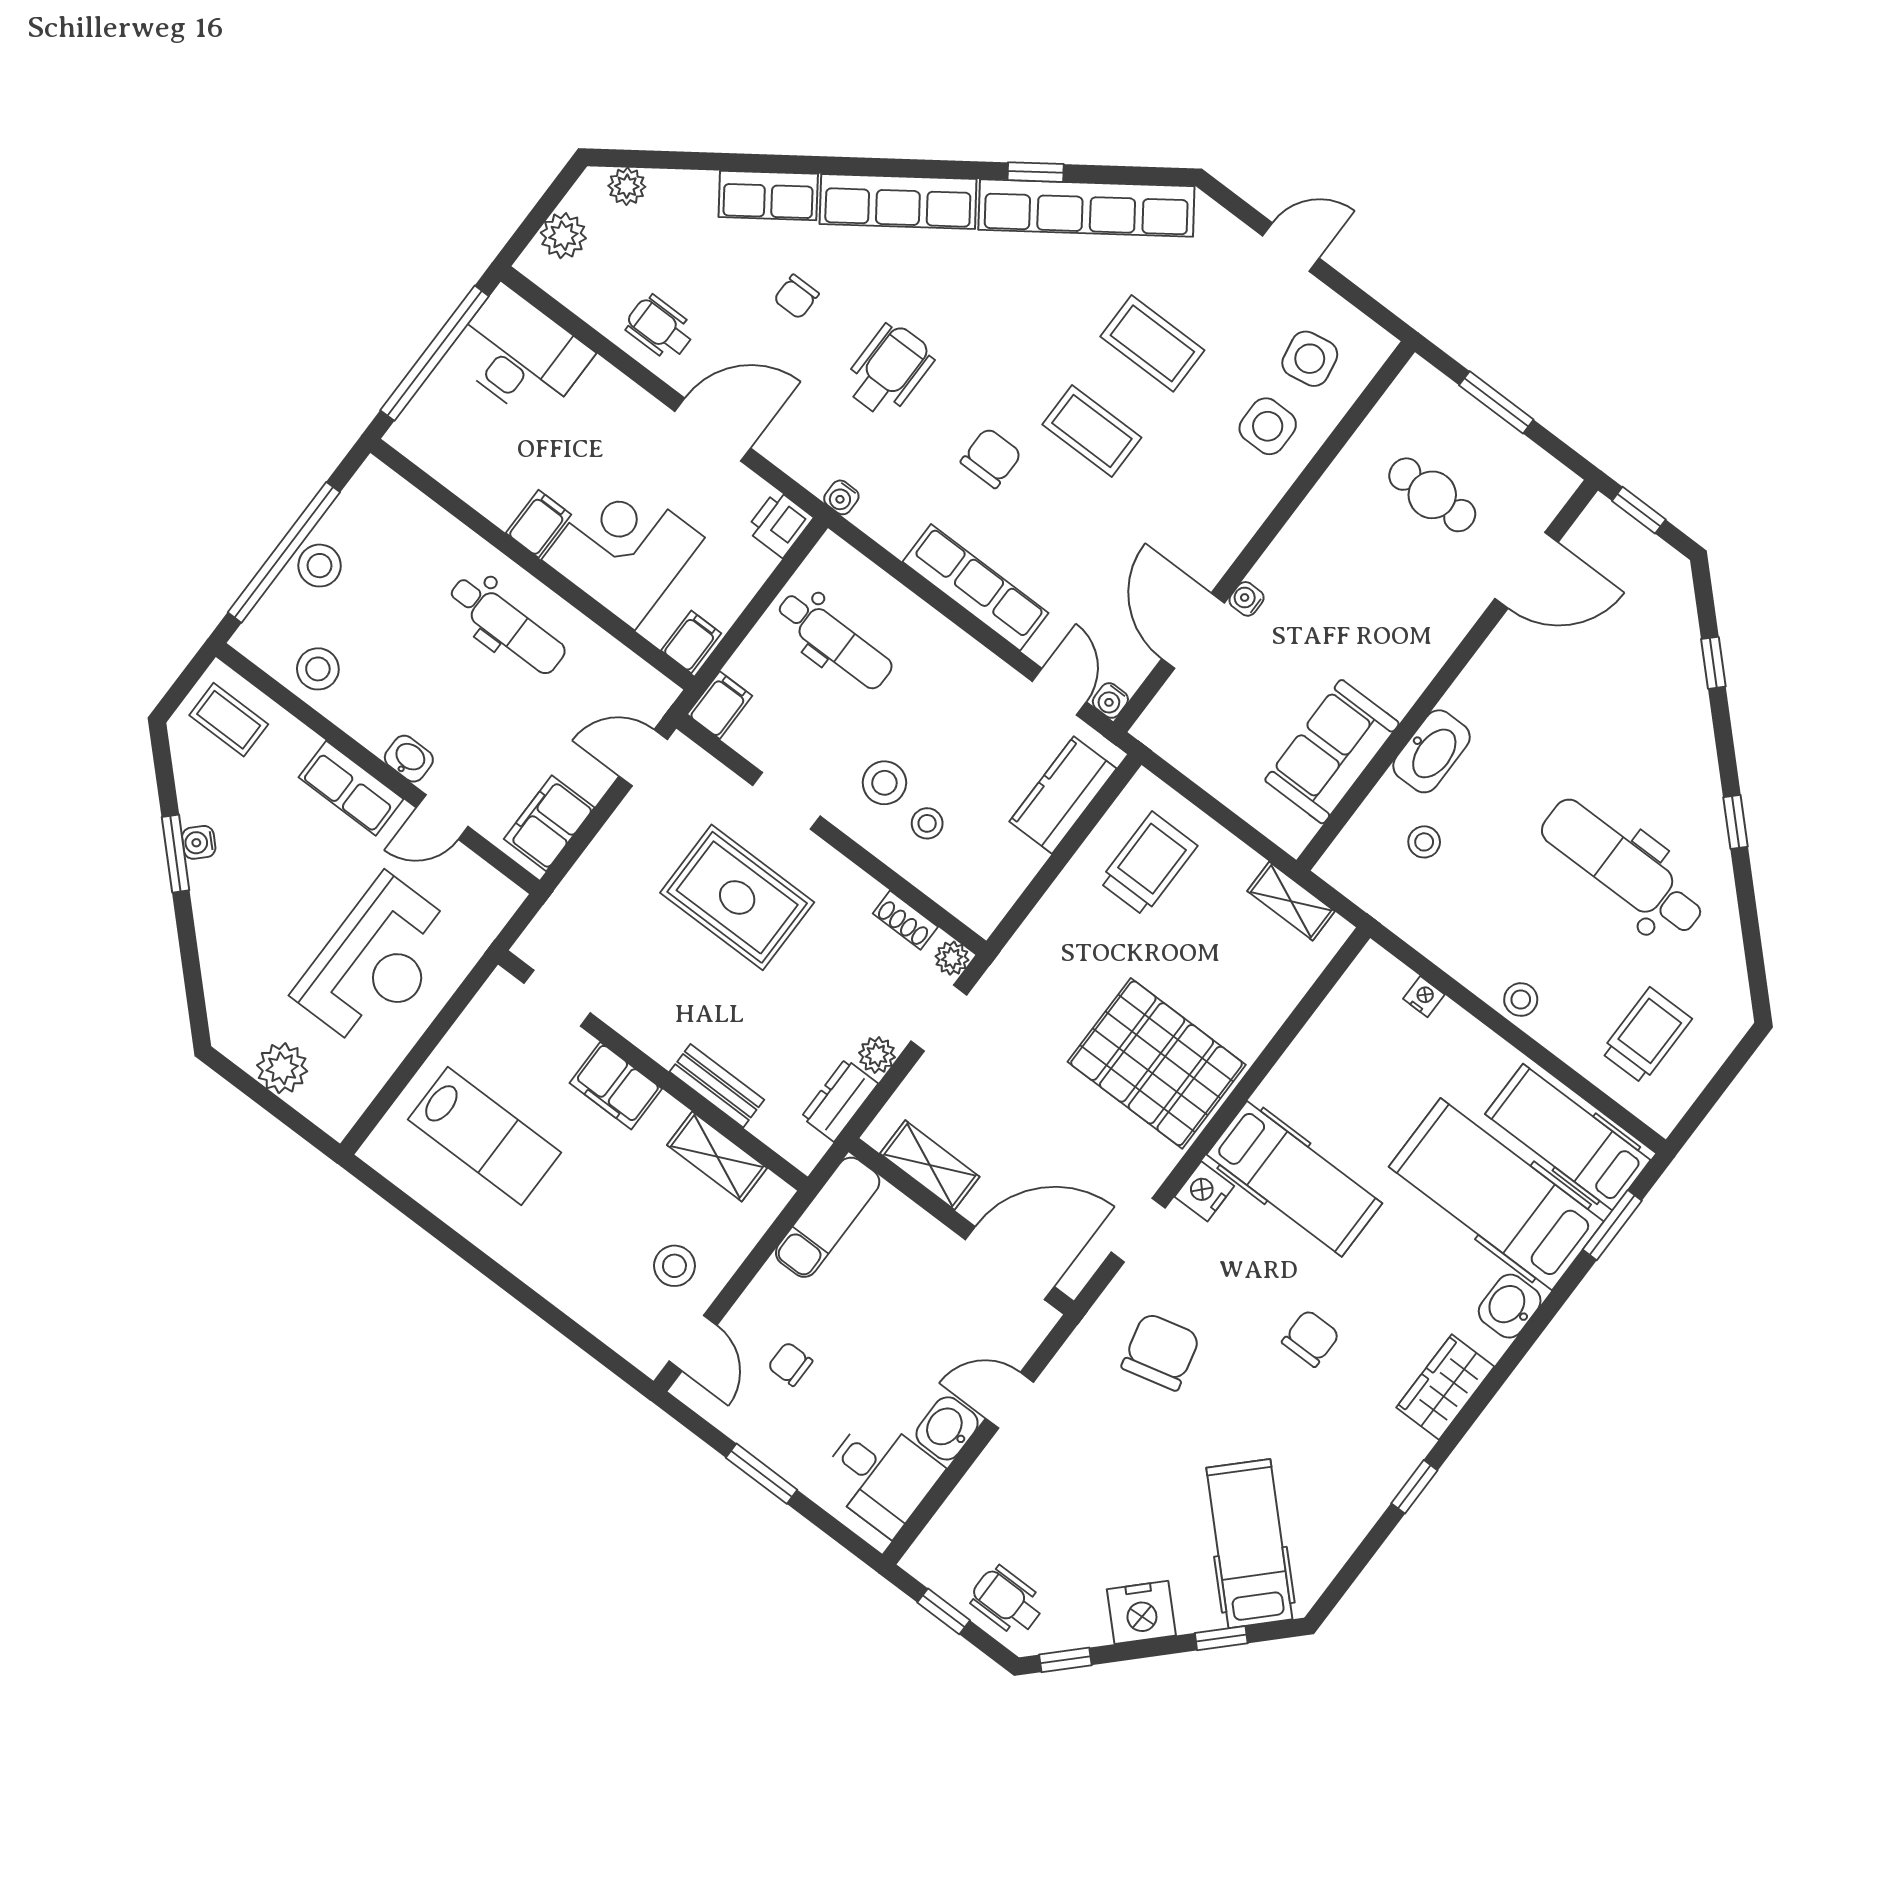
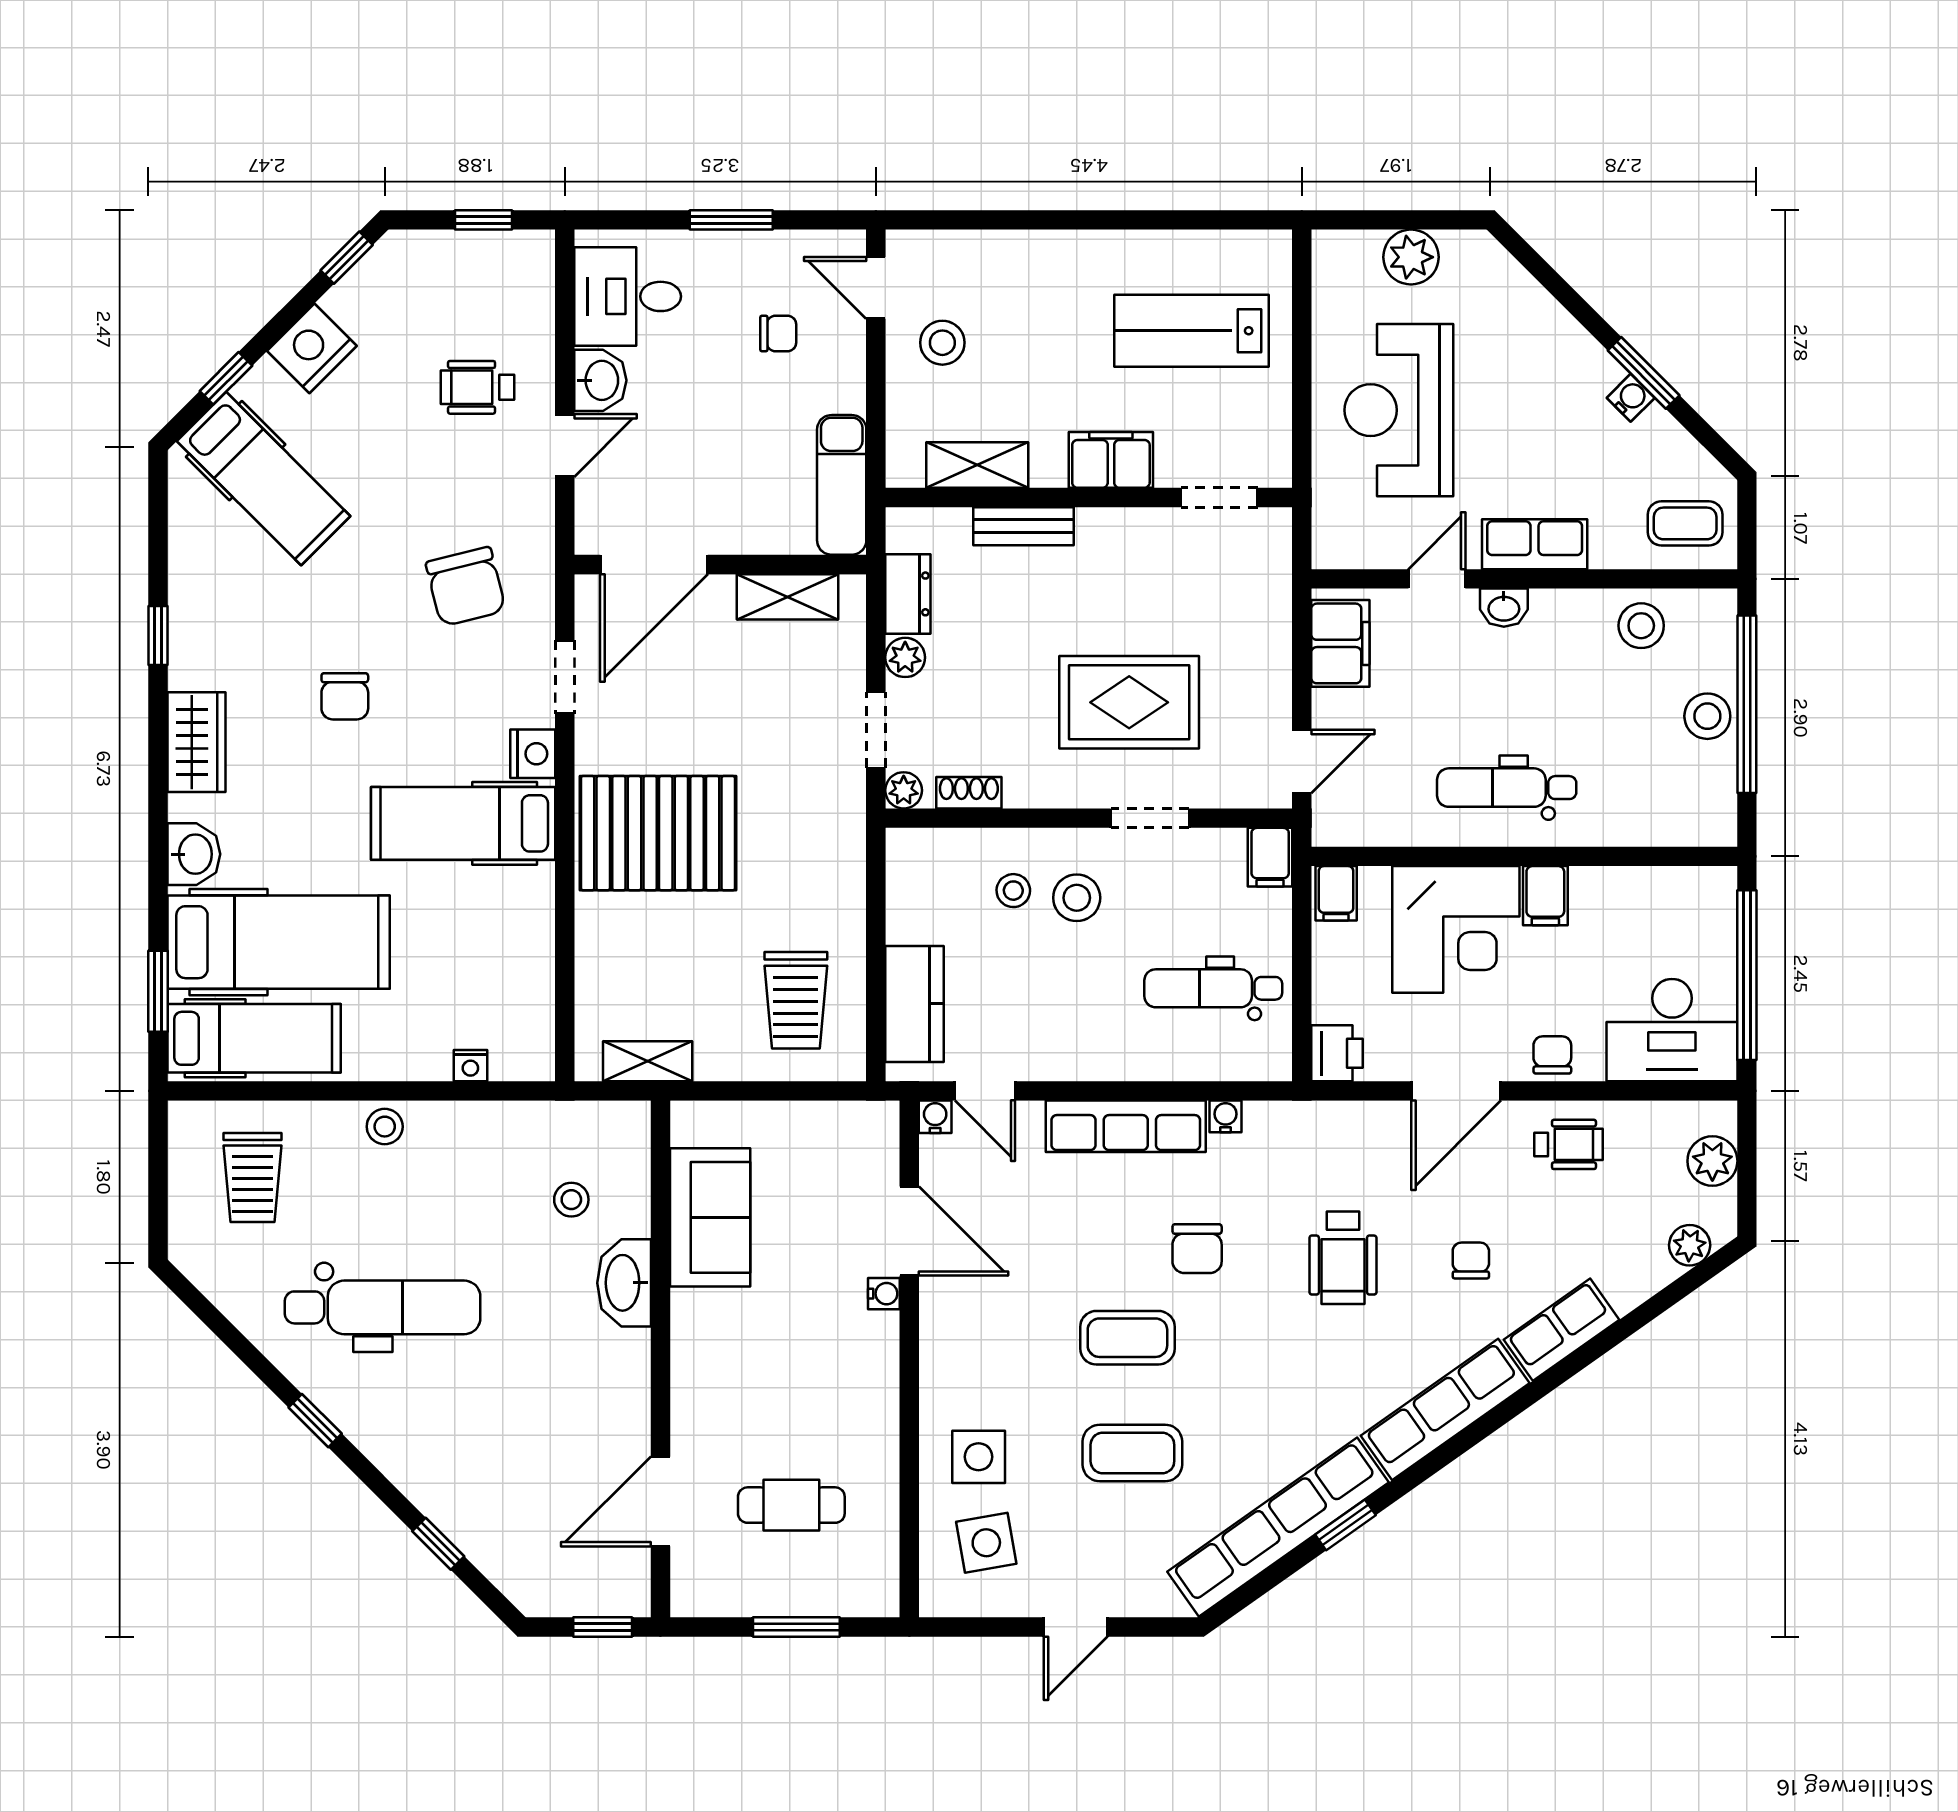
chair: (622, 403) -> (1552, 1055), added
water cooler: (841, 497) -> (1225, 1116), moved
wheelchair: (1007, 1601) -> (477, 387), moved, turned 180

